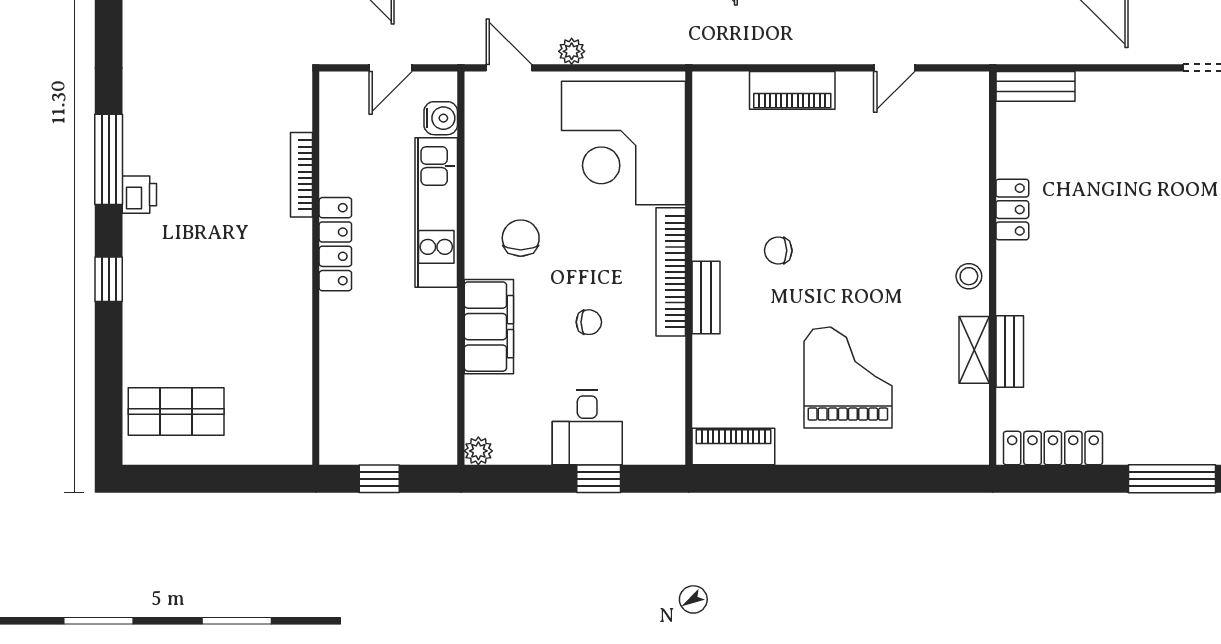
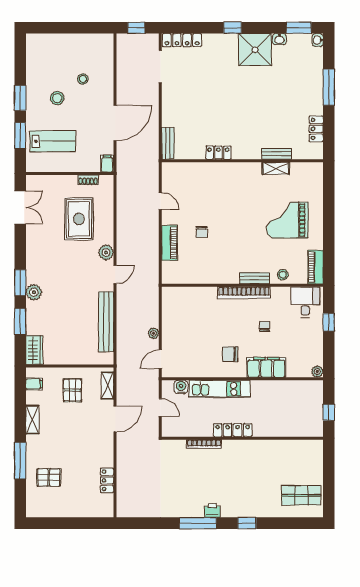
corner desk: (623, 143) -> (191, 312), removed
chair: (778, 251) -> (202, 232), moved
stool: (969, 276) -> (283, 275), moved
shop shelf: (176, 411) -> (301, 495), turned 90
desk: (587, 427) -> (305, 302), moved, turned -90
locker: (1053, 448) -> (316, 129), width x0.66

